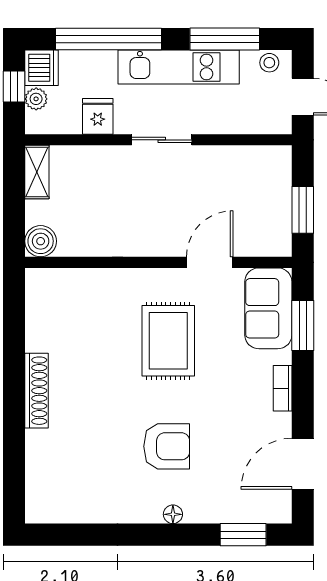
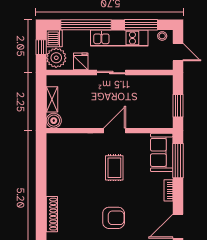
plant: (36, 99) -> (56, 58), width x1.87, depth x1.87
shelving: (37, 172) -> (52, 99), moved
door: (210, 262) -> (115, 131), moved
window: (303, 326) -> (178, 161), width x1.44
rug: (168, 341) -> (114, 168), width x0.73, depth x0.70
shoe rack: (36, 391) -> (52, 214), moved

